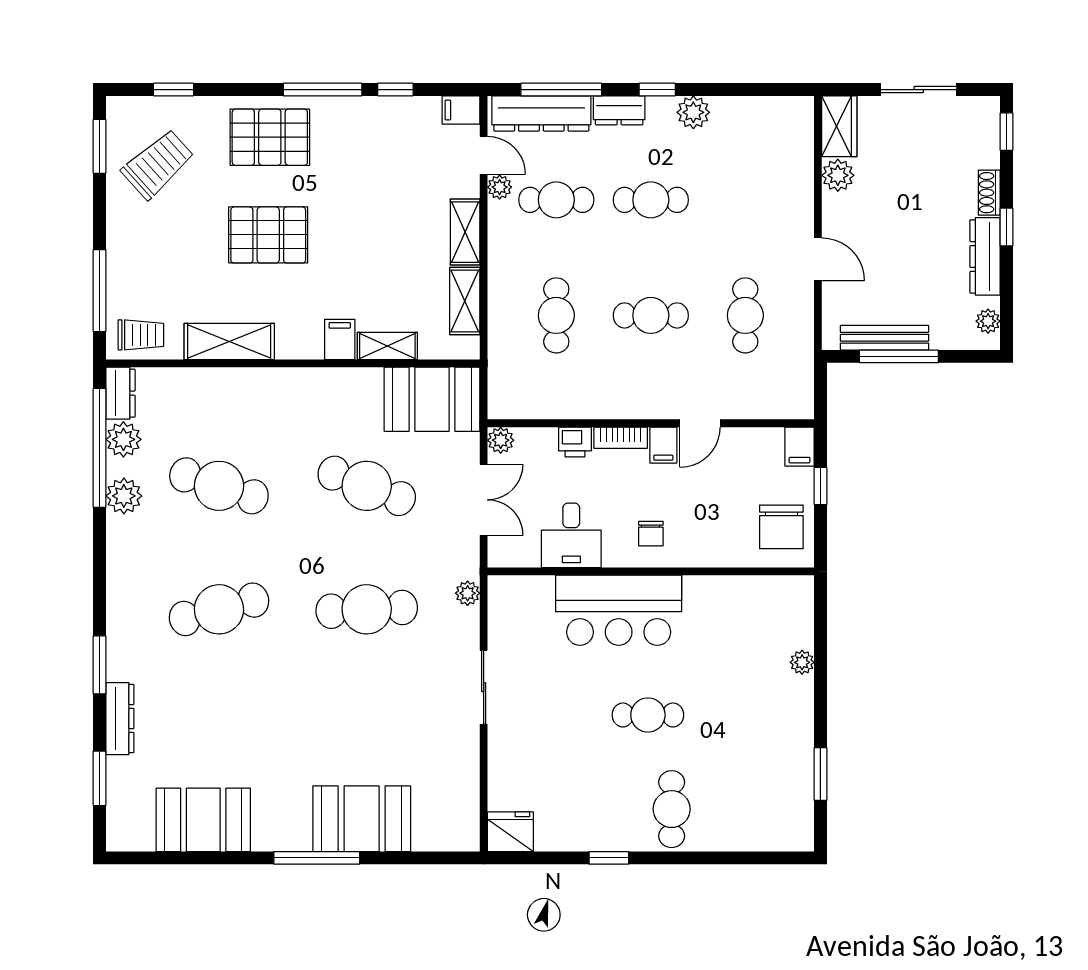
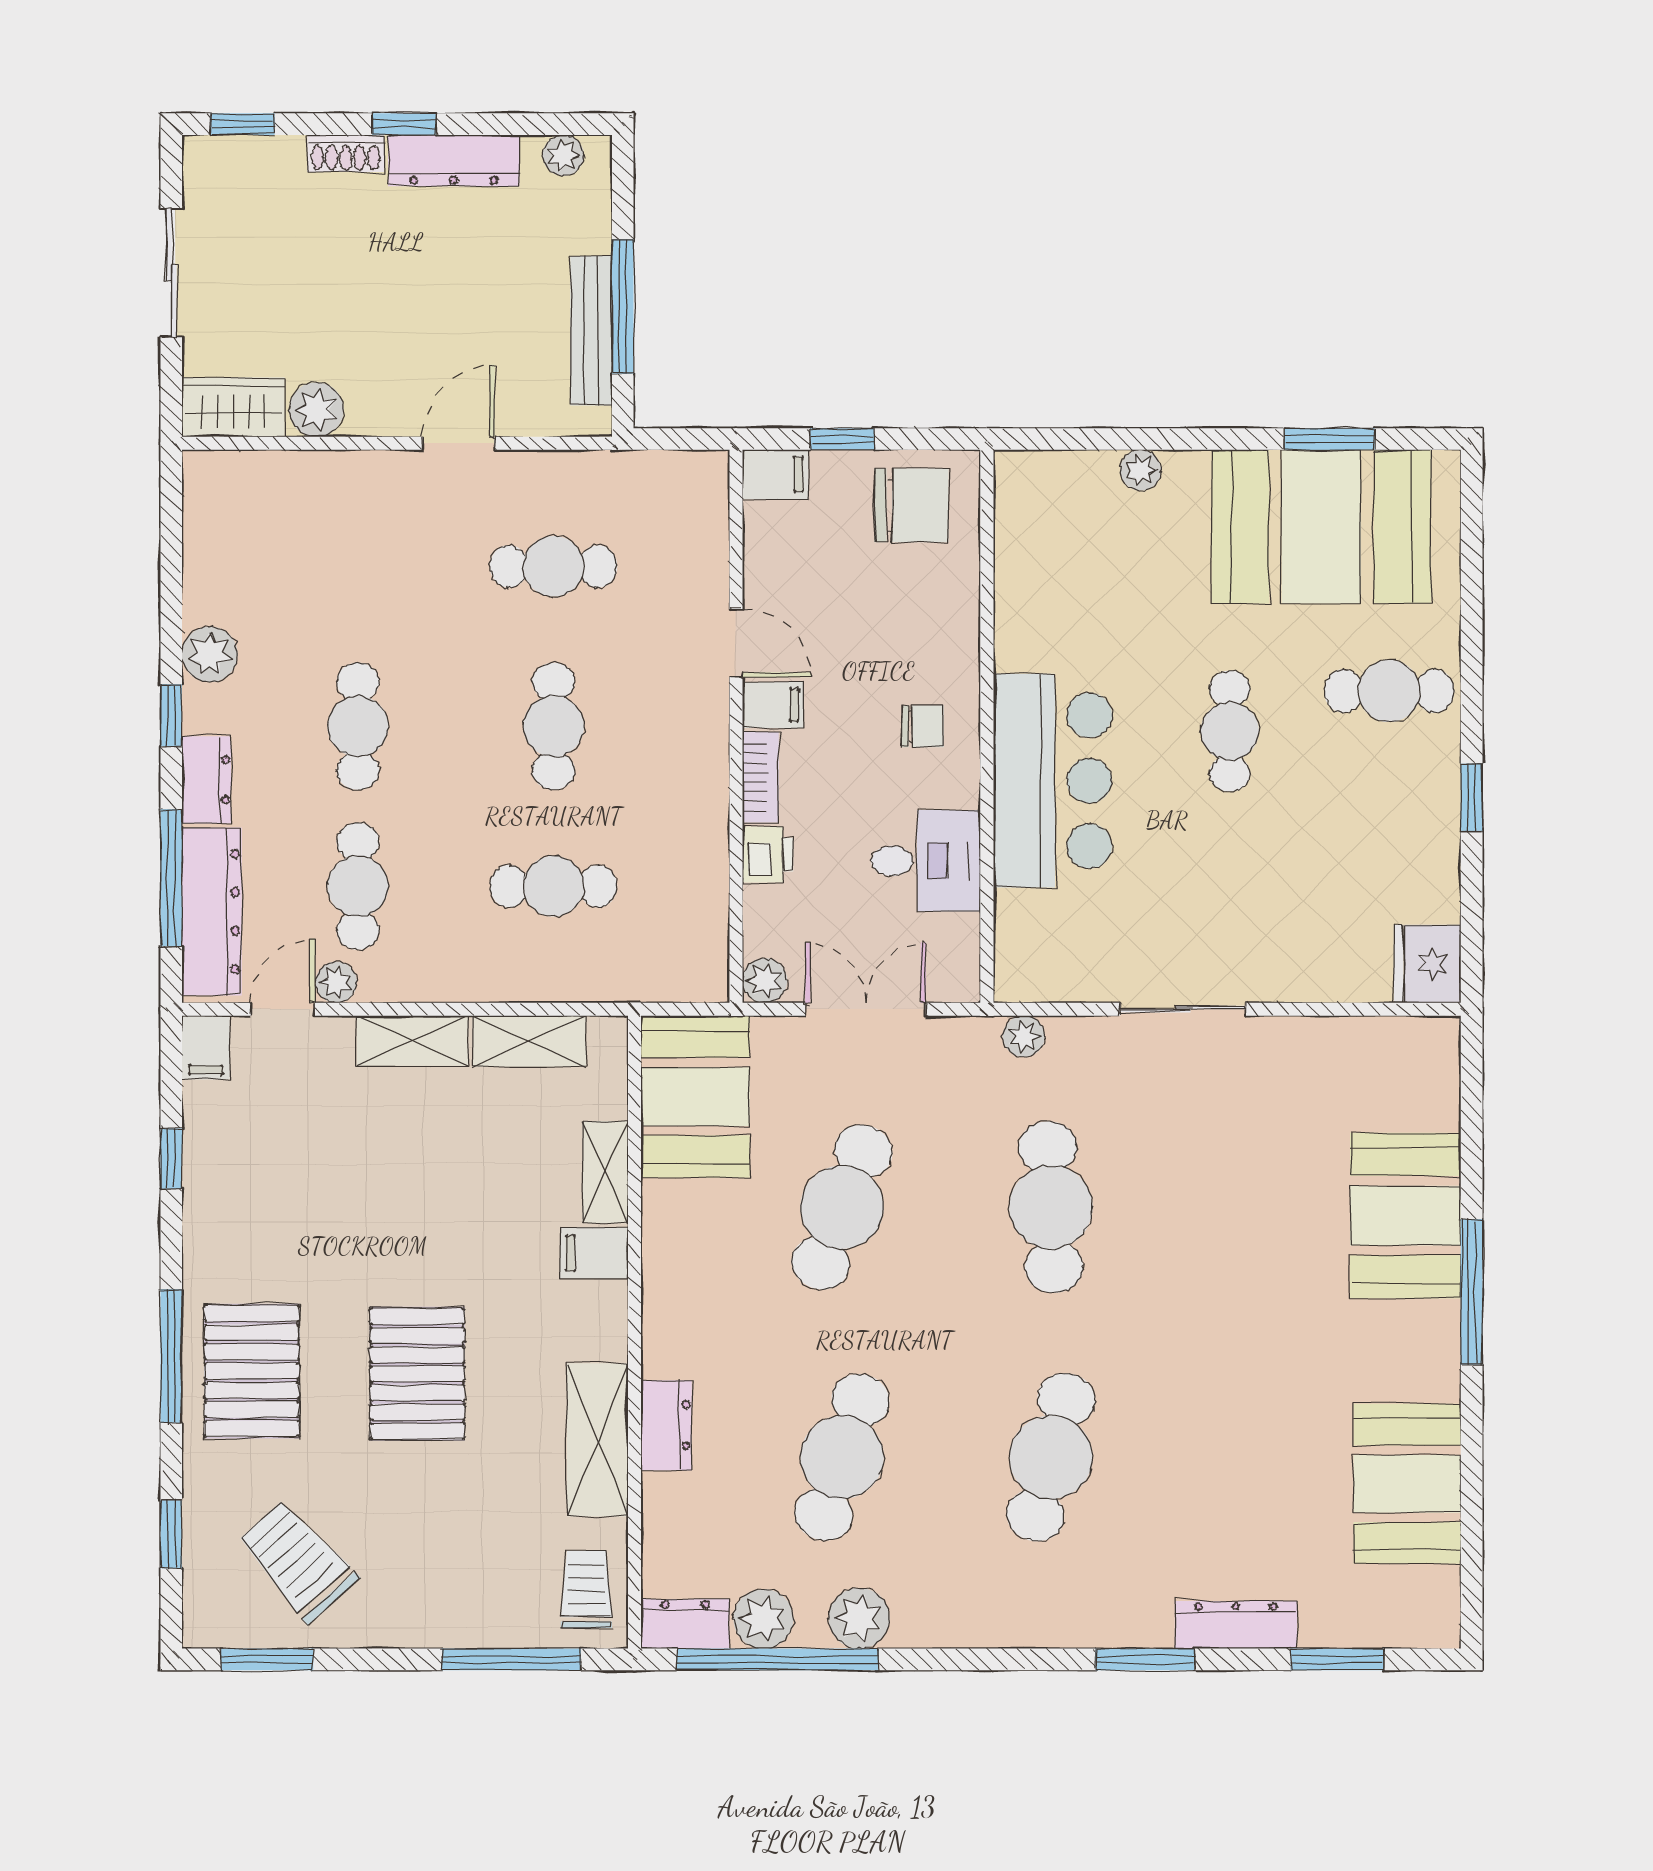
window: (323, 90) -> (171, 1356), moved
dresser: (238, 382) -> (666, 1425), added
cafe table: (219, 609) -> (1051, 1457), turned 30
booth: (769, 769) -> (1321, 527), added

